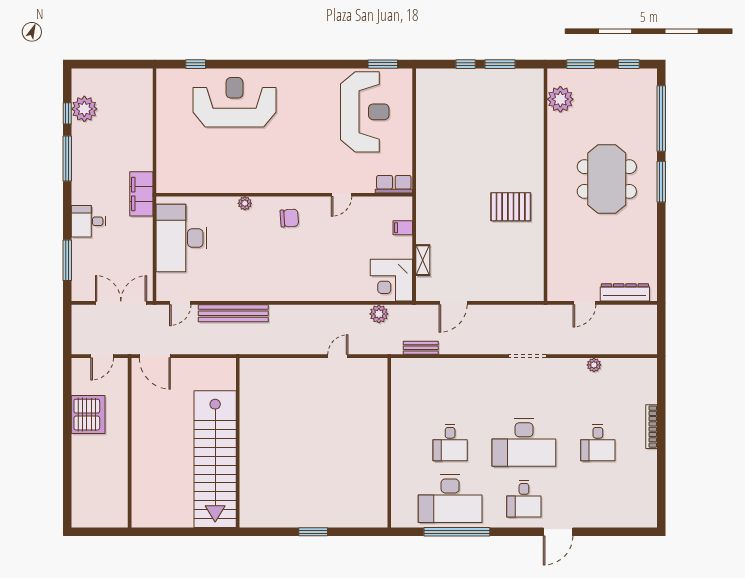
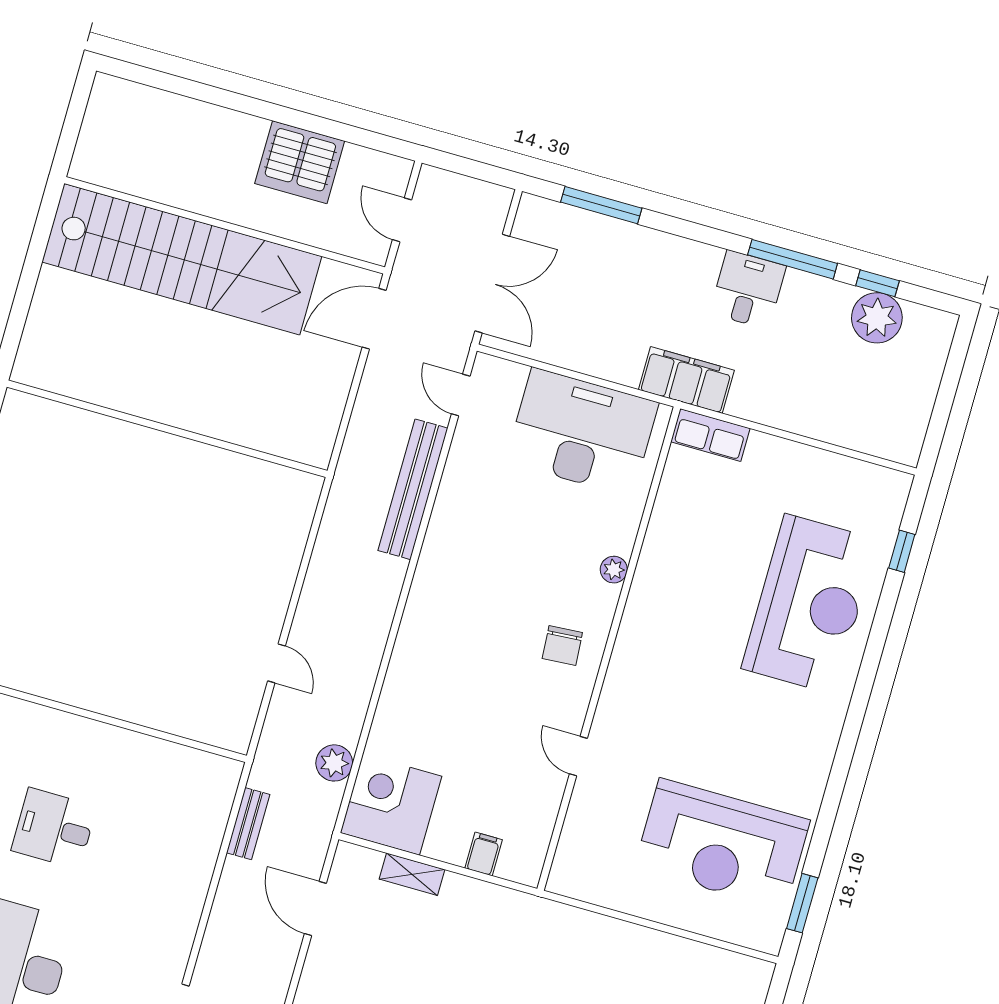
row of seats: (394, 184) -> (710, 435), moved, turned 90
desk: (88, 221) -> (748, 290), moved
stairs: (215, 459) -> (182, 259), moved, turned 180

